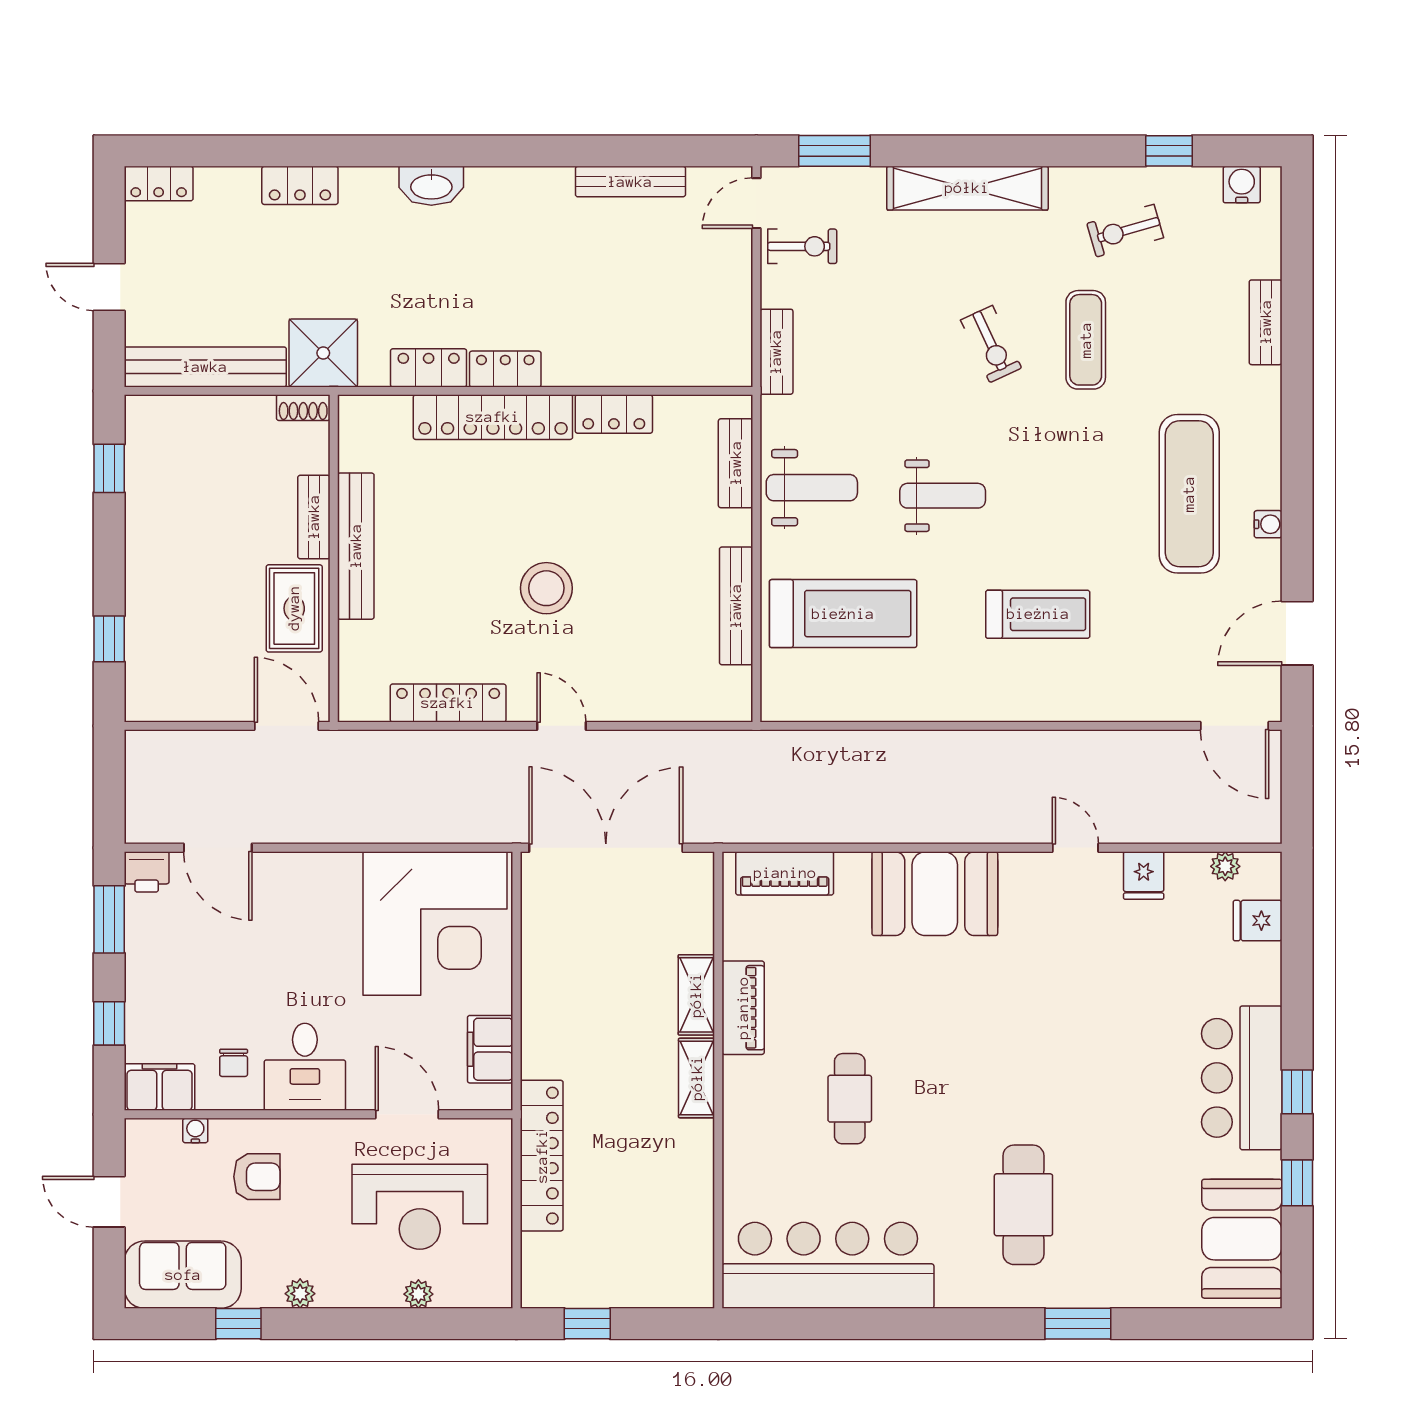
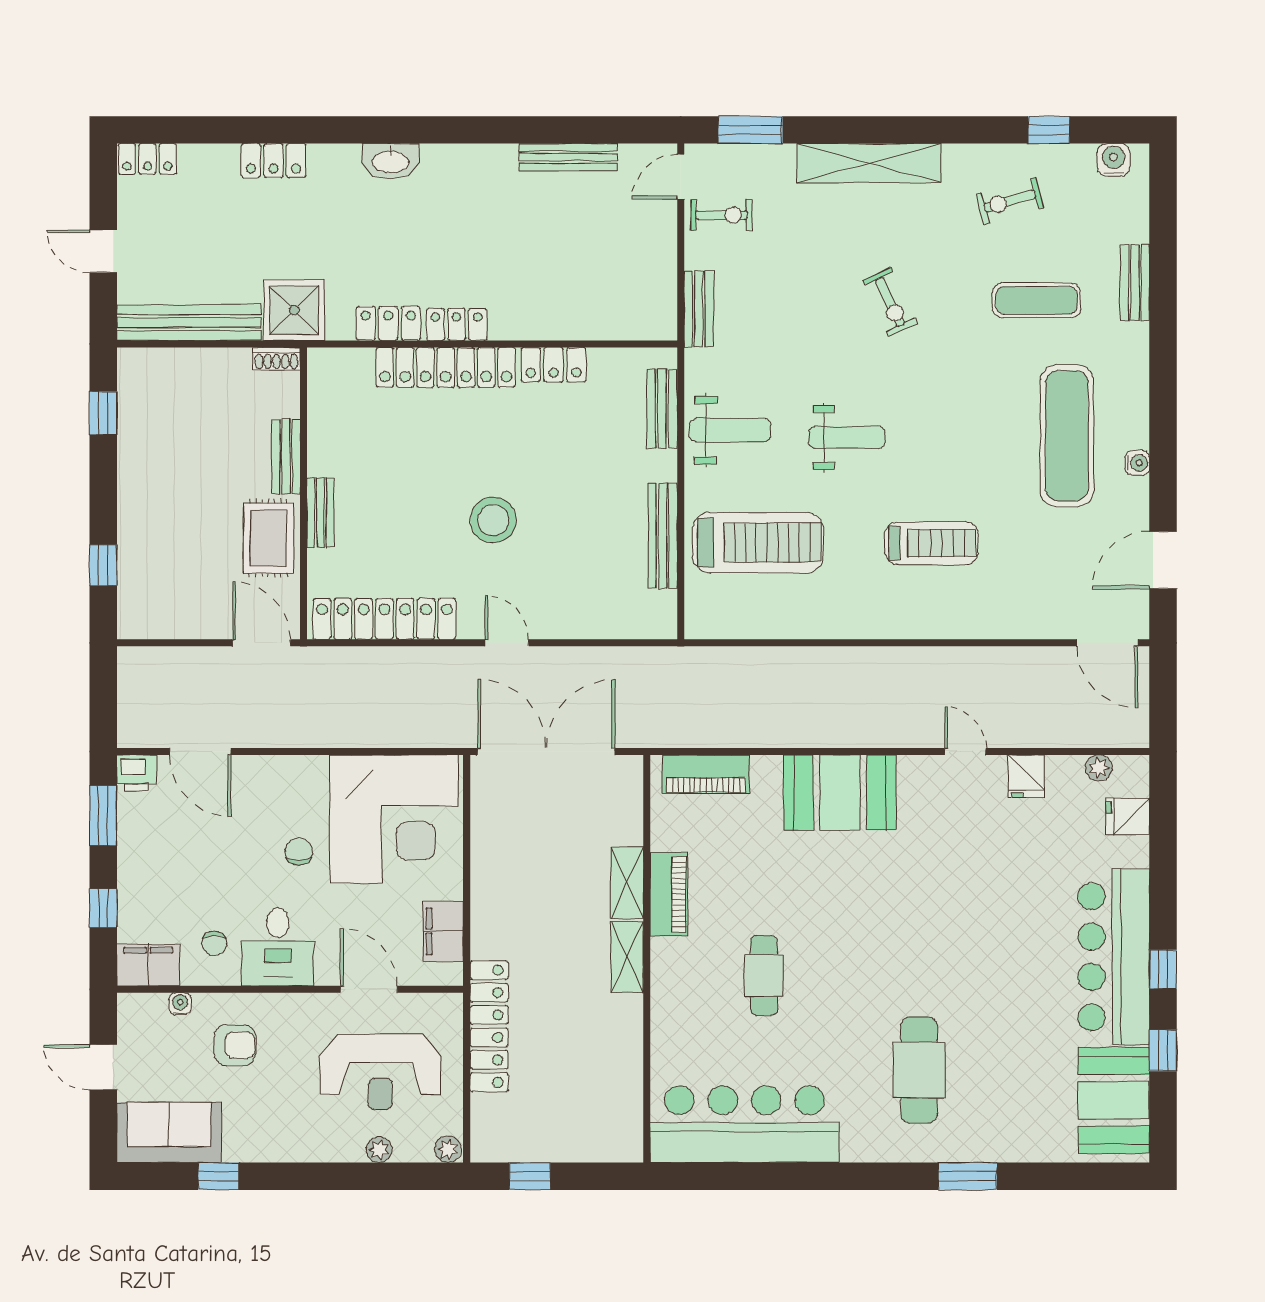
exercise mat: (1086, 340) -> (1037, 300), moved, turned 90
bench: (356, 546) -> (320, 513), width x0.54, depth x0.82
locker: (448, 703) -> (384, 619), width x1.41, depth x1.21
chair: (328, 960) -> (299, 851), added
bar counter: (1242, 1078) -> (1114, 957), width x1.36
plant: (300, 1294) -> (448, 1149), moved

